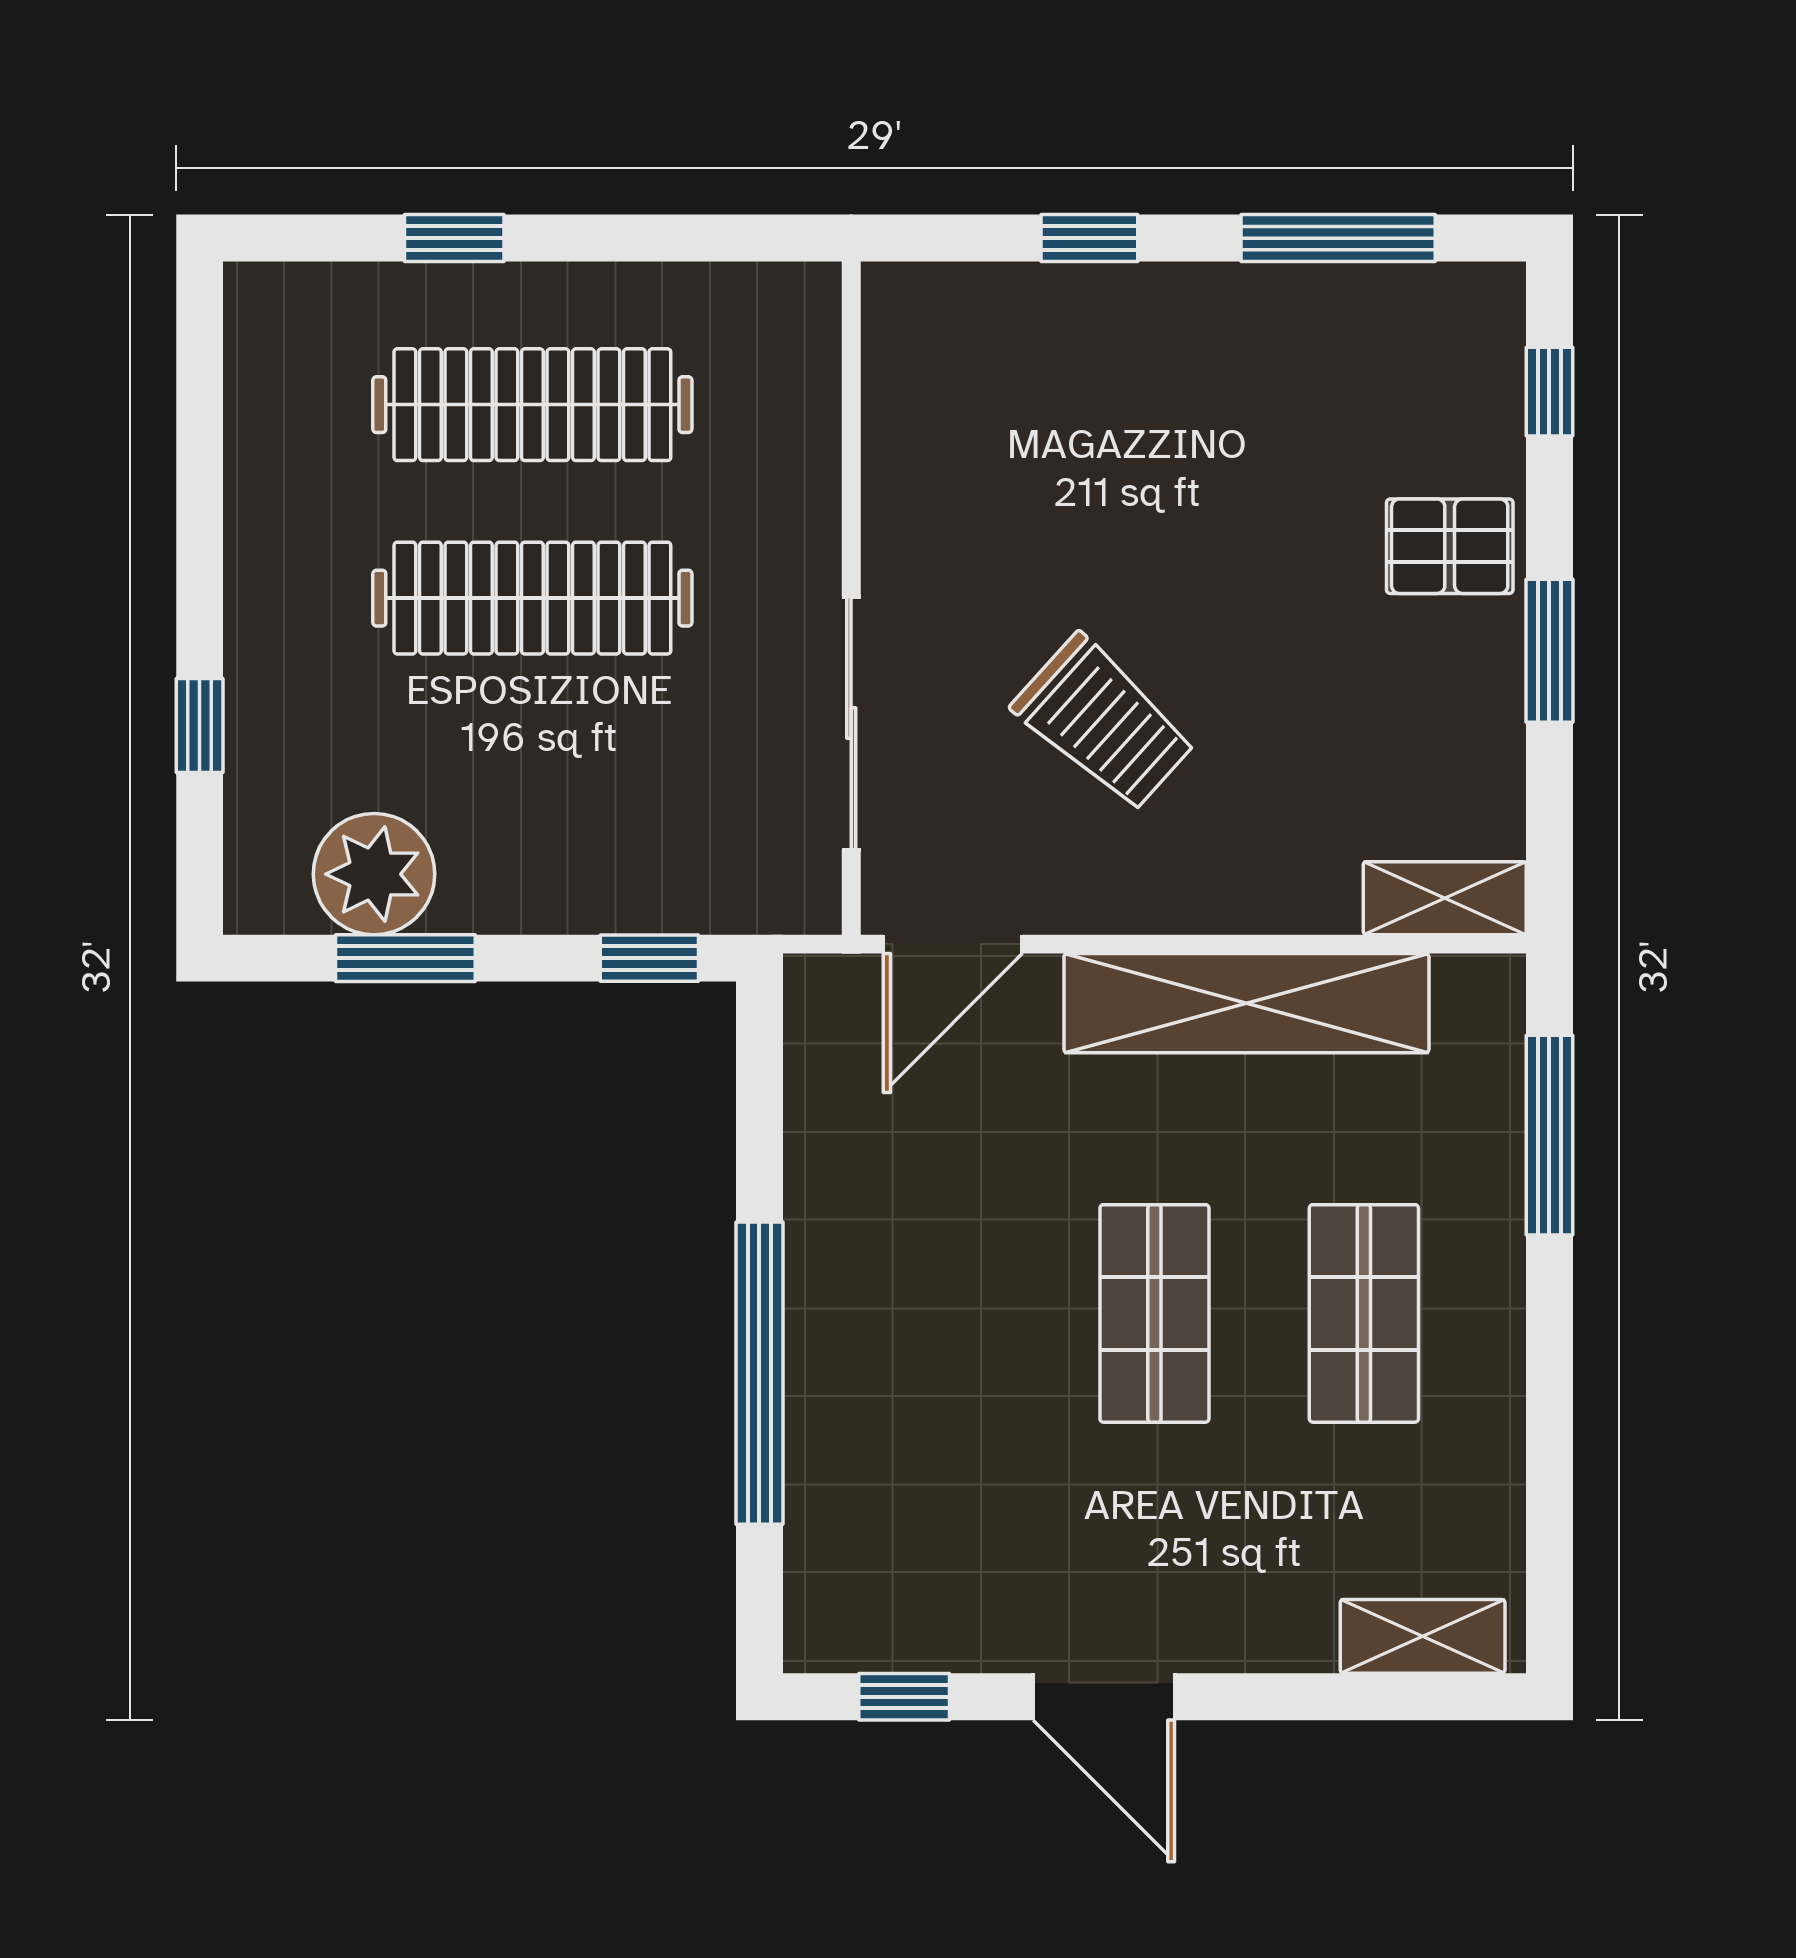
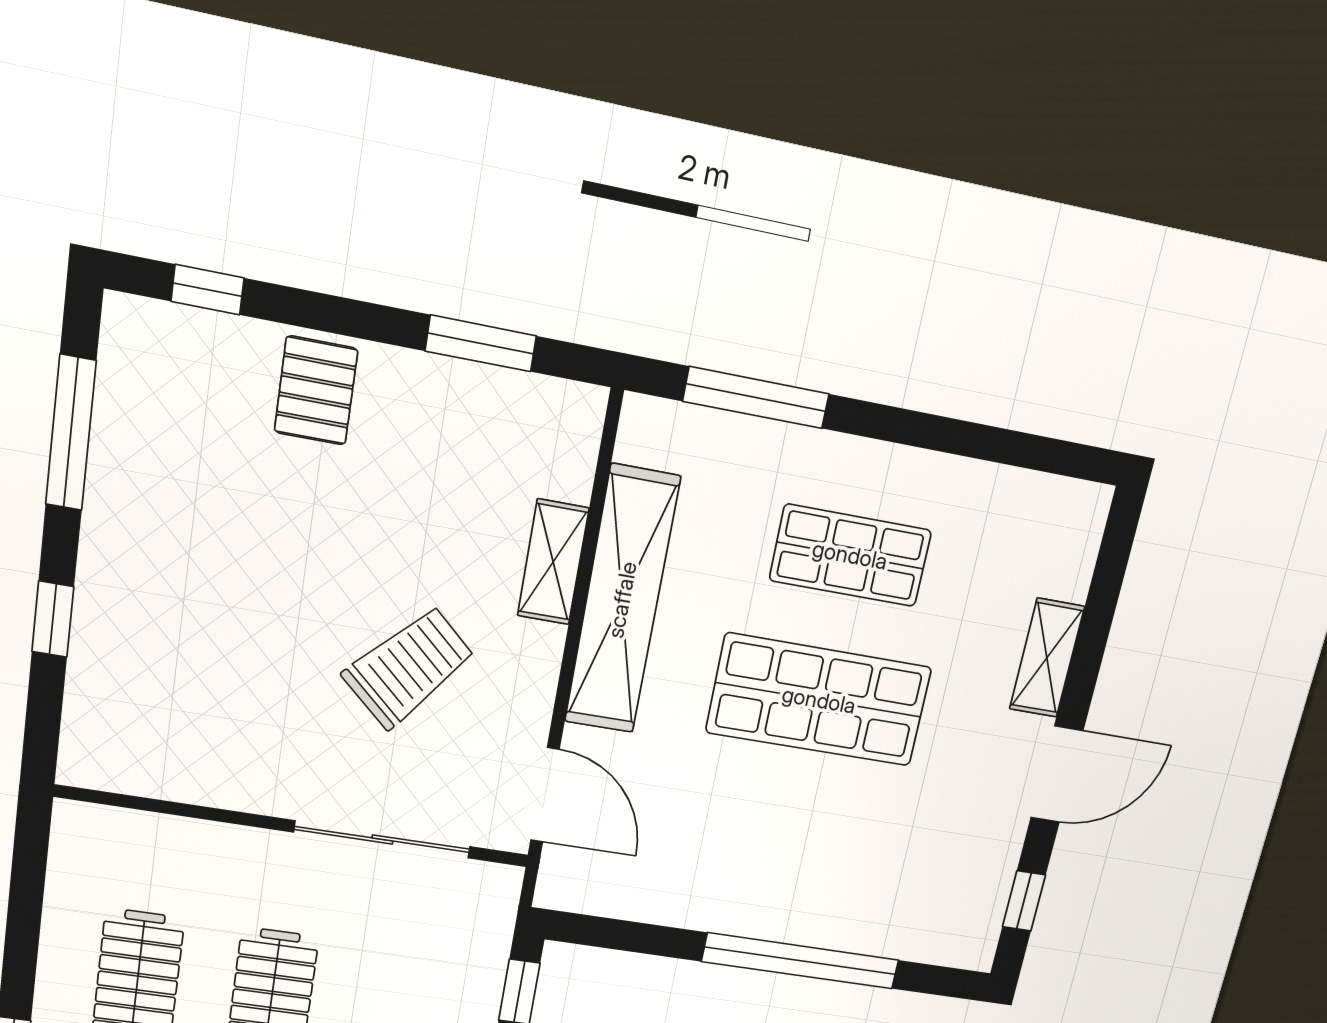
window: (1549, 651) -> (481, 343), moved
shelving: (1445, 898) -> (553, 562), moved
shop shelf: (1154, 1313) -> (819, 700), width x1.43, depth x1.36
shelving: (1423, 1636) -> (1047, 658), moved

